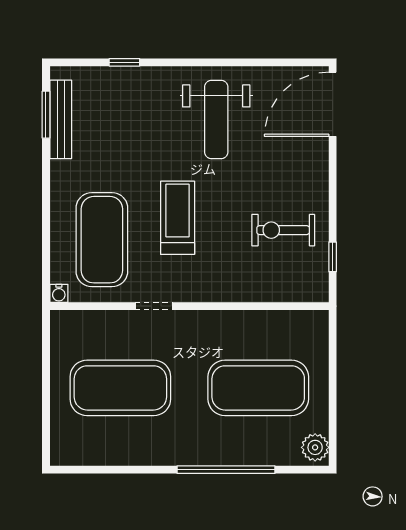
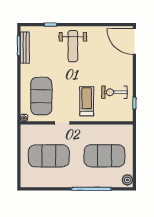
door: (333, 104) -> (134, 41), hinge flipped
weight bench: (216, 119) -> (73, 46), moved
treadmill: (178, 218) -> (87, 101), moved

